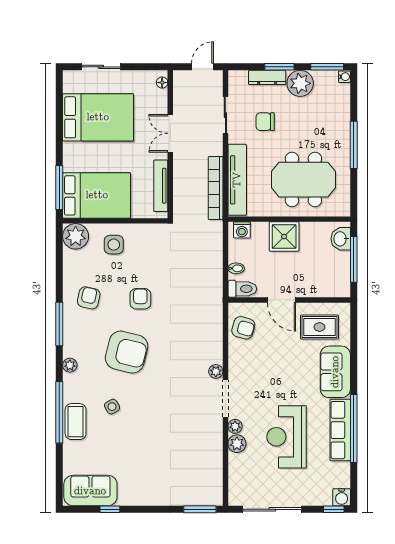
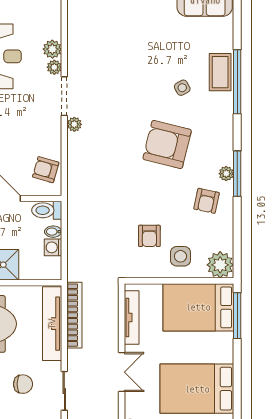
washing machine: (242, 230) -> (53, 247), moved, turned -90
armchair: (140, 299) -> (149, 236), moved
plant: (70, 365) -> (226, 174), moved

